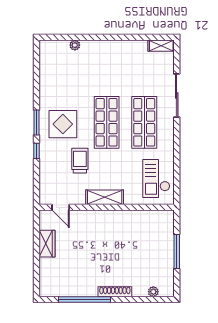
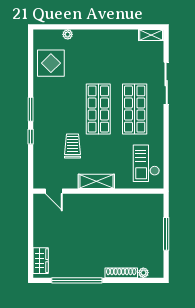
display table: (63, 124) -> (51, 63), moved
wardrobe: (47, 244) -> (41, 261), moved
shoe rack: (115, 292) -> (121, 273), moved

